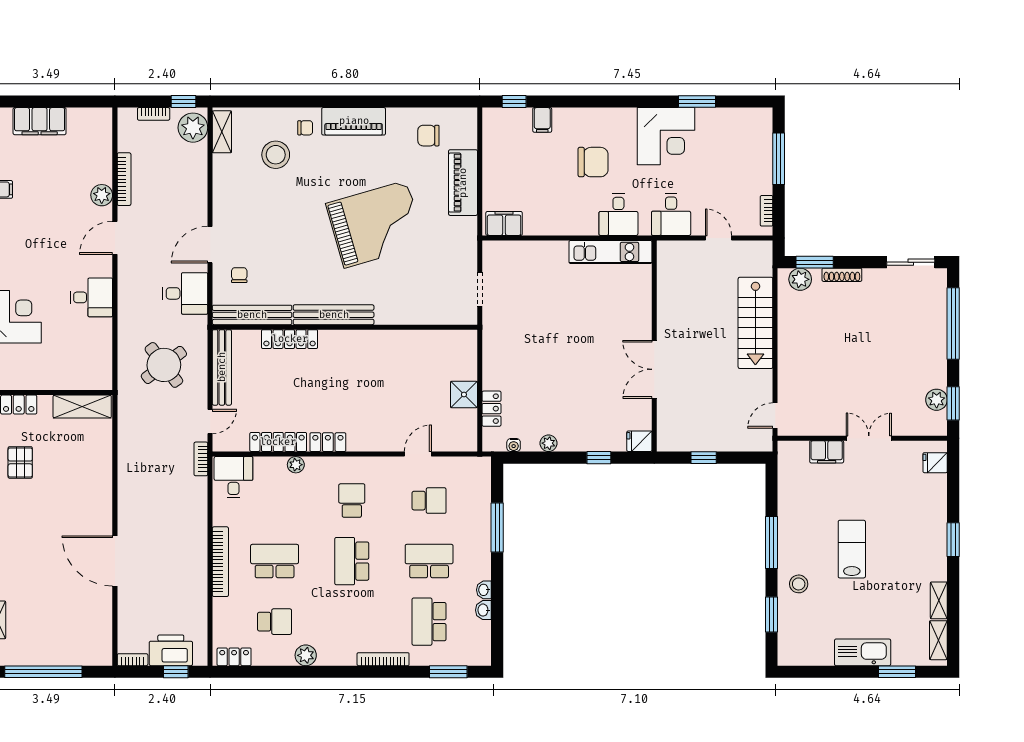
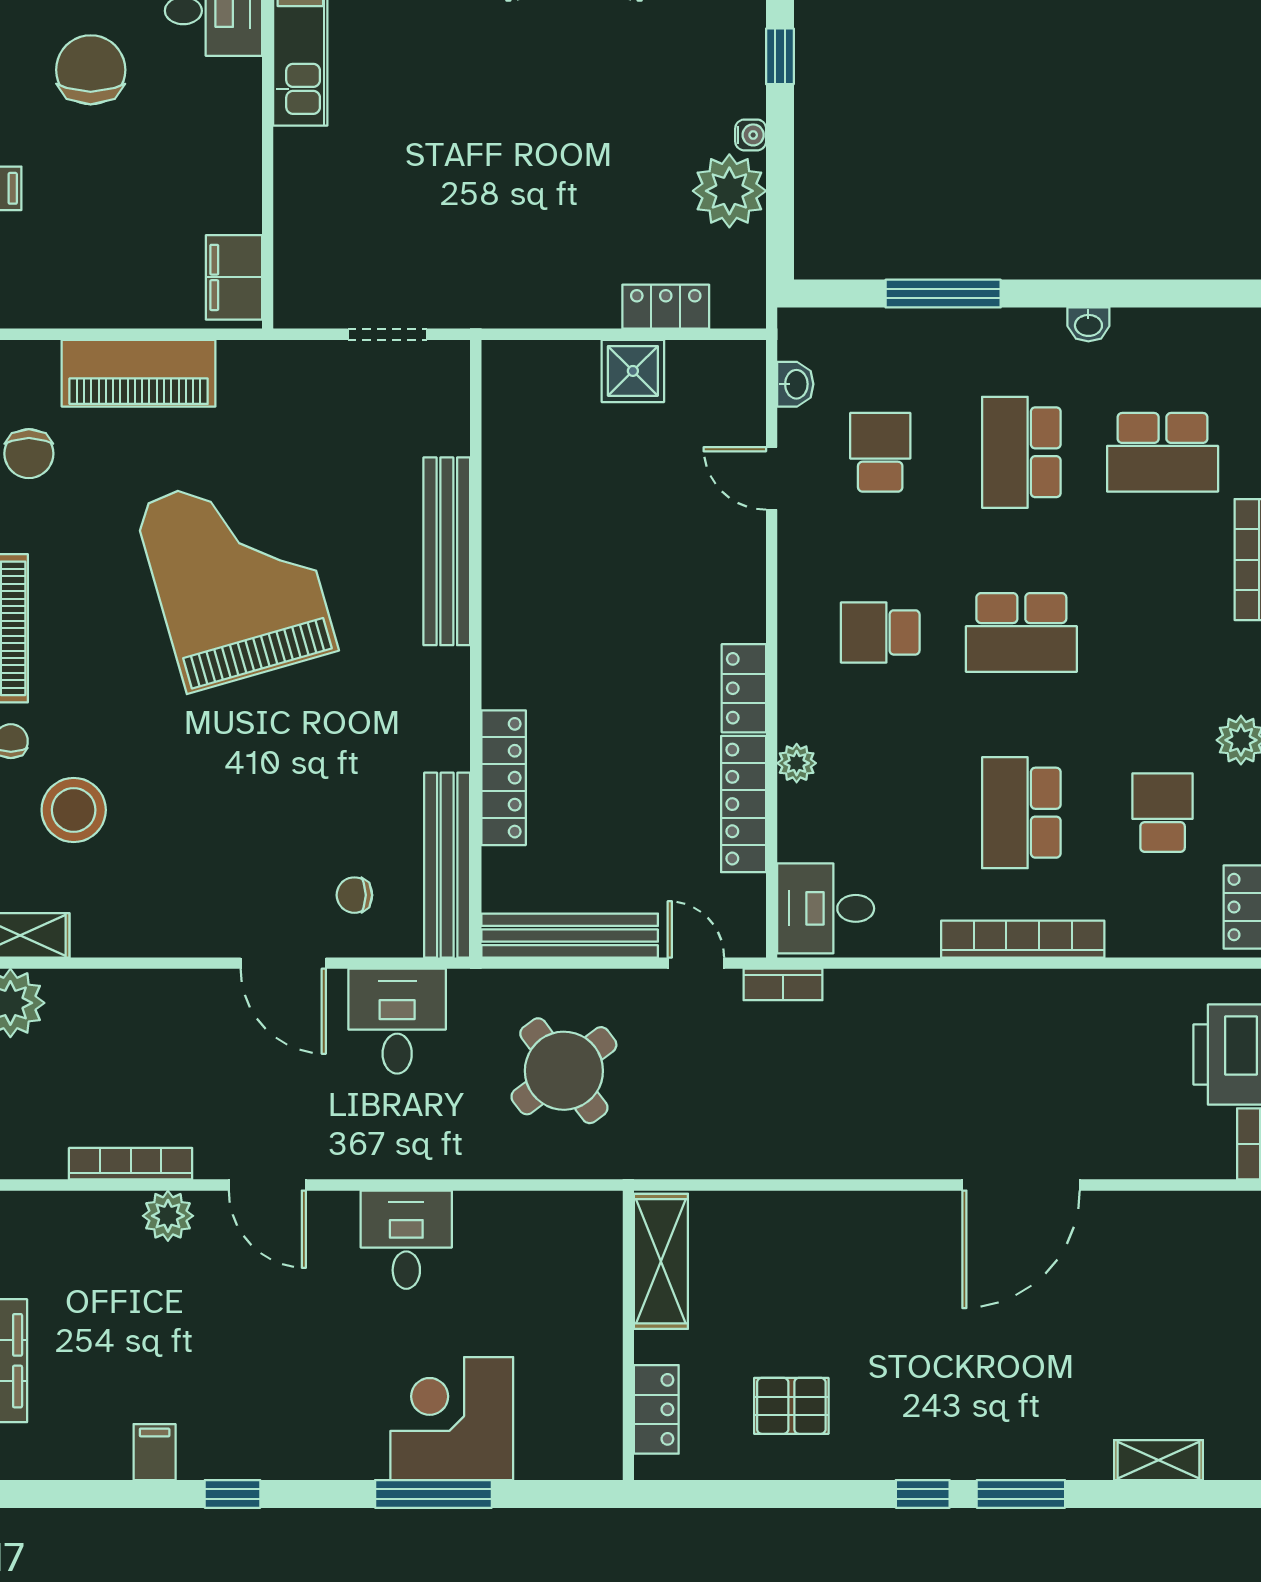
bench: (334, 315) -> (447, 551), moved
plant: (548, 443) -> (729, 191), width x1.87, depth x1.87
water cooler: (514, 445) -> (751, 135), moved
washbasin: (483, 610) -> (795, 384), moved, turned -90

